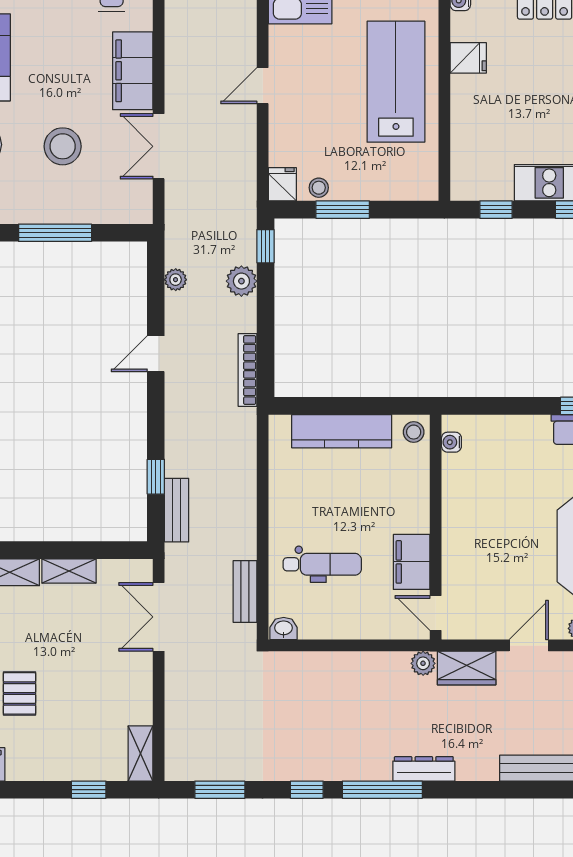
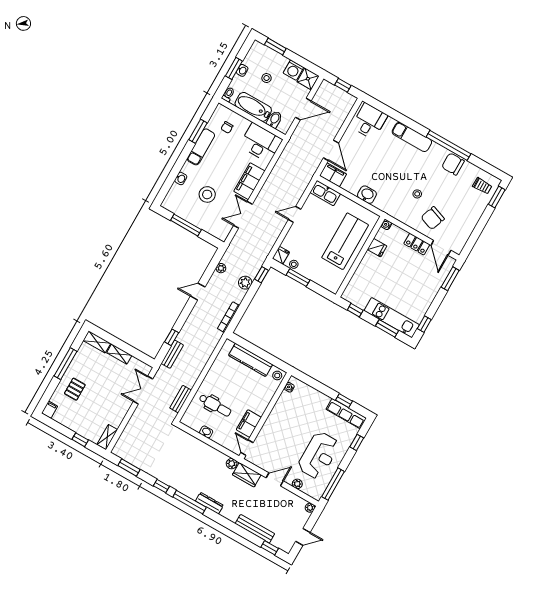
washbasin: (284, 629) -> (206, 432), moved

